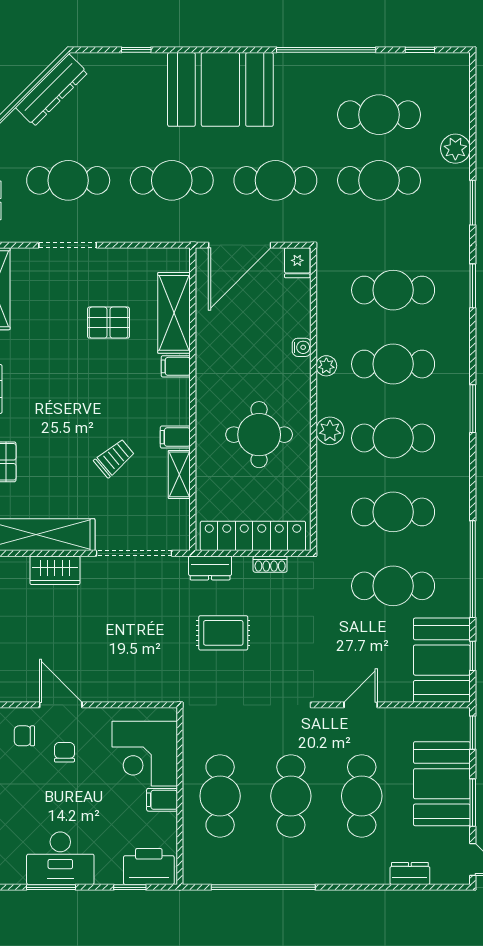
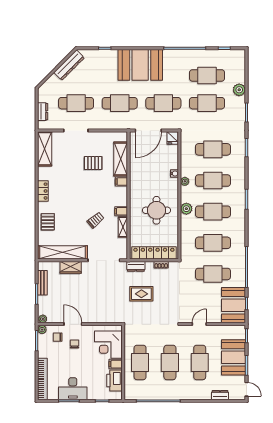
printer: (149, 866) -> (114, 380), moved, turned -90

